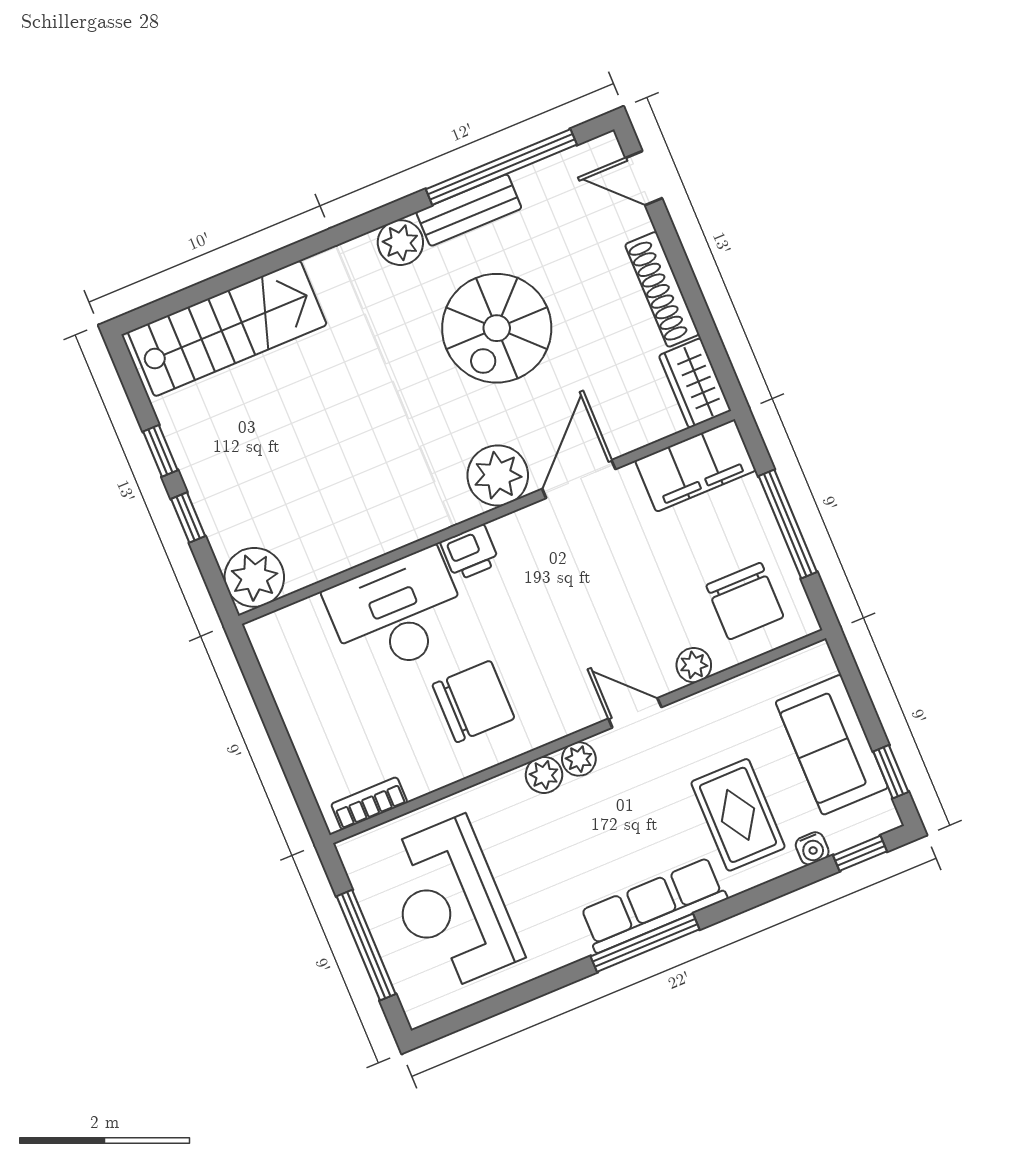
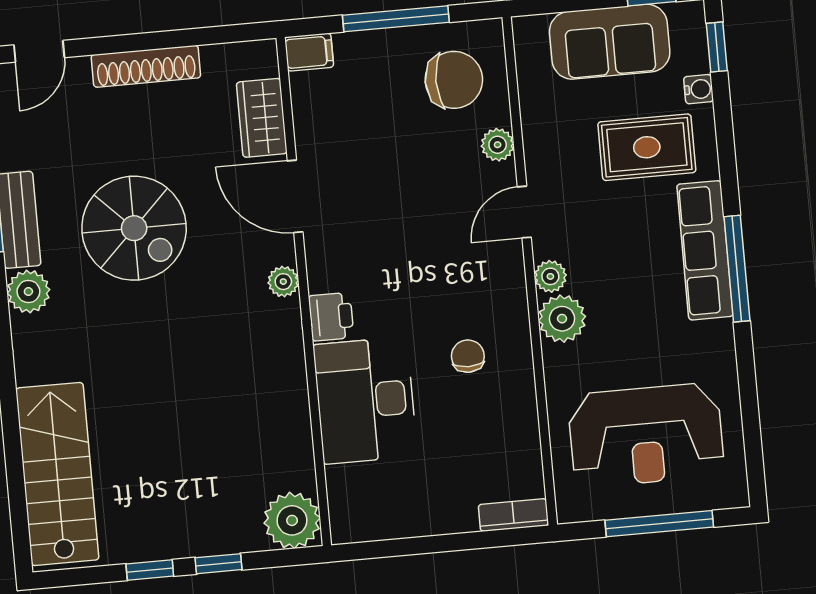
wardrobe: (695, 383) -> (262, 118), moved, turned 90
filing cabinet: (696, 465) -> (309, 52), width x0.33, depth x0.86
plant: (498, 475) -> (283, 282), width x0.53, depth x0.53
chair: (473, 701) -> (468, 356), width x0.54, depth x0.54
plant: (544, 775) -> (562, 319), width x1.38, depth x1.38
bookcase: (369, 803) -> (513, 515), moved, turned 90

